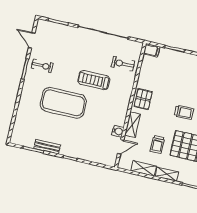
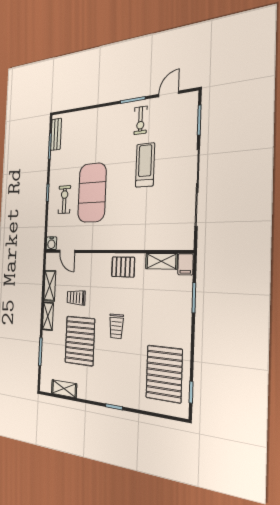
exercise bike: (123, 64) -> (64, 200), moved
treadmill: (94, 80) -> (145, 165), moved
exercise mat: (63, 103) -> (92, 193), moved
shelving: (133, 125) -> (161, 261), moved
water cooler: (118, 131) -> (51, 243), moved
bench: (47, 147) -> (56, 134), moved

